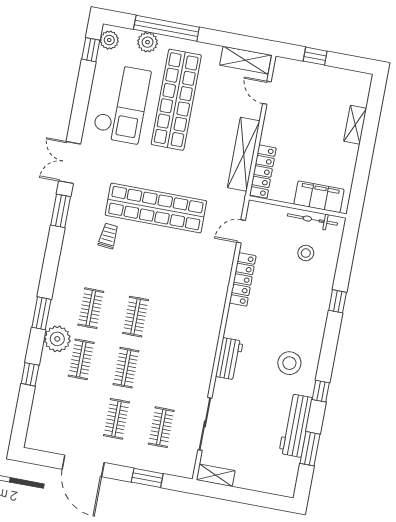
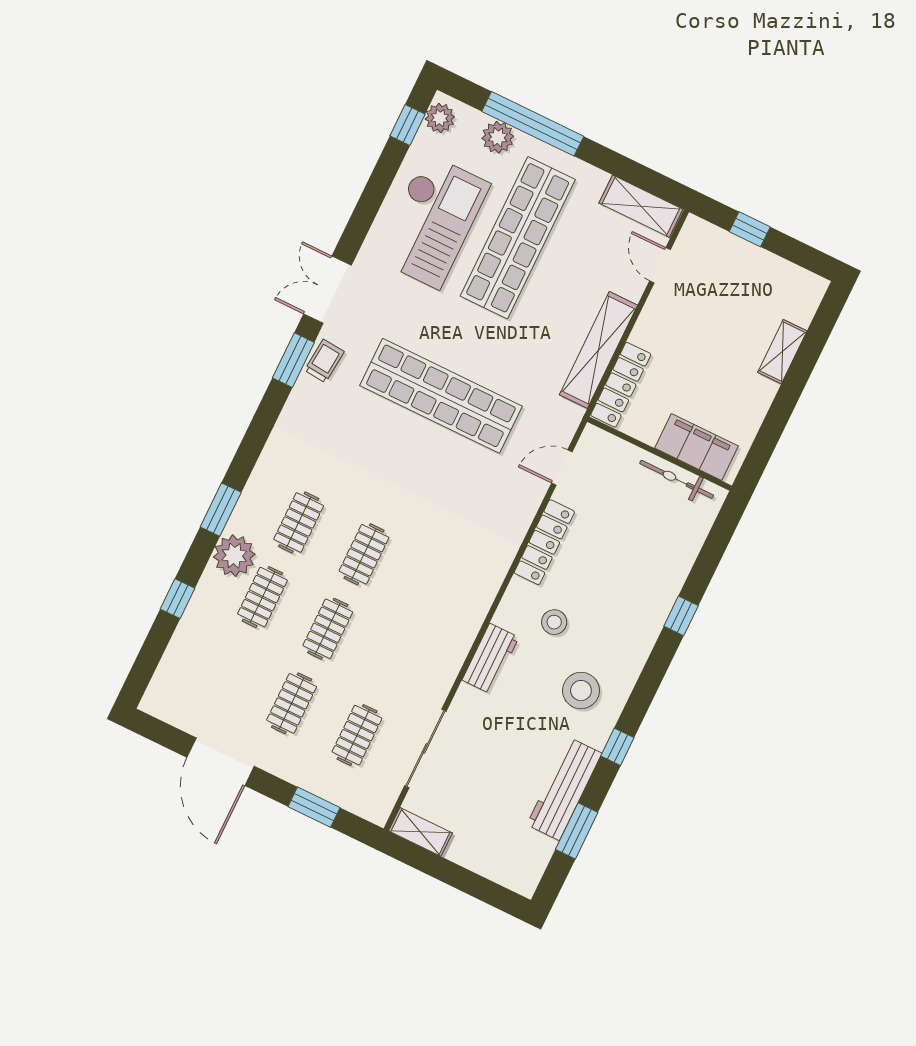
trolley: (108, 236) -> (324, 361), moved
stool: (306, 253) -> (554, 622), moved

